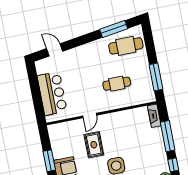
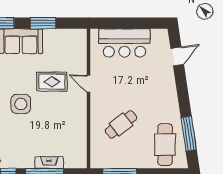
cafe table: (117, 84) -> (121, 124), turned 52
fireplace: (154, 116) -> (49, 163), moved

